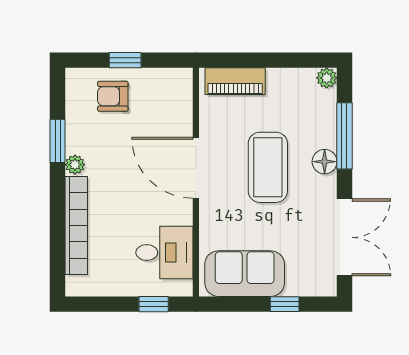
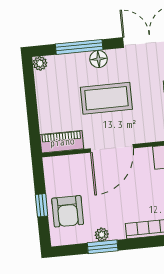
piano: (235, 81) -> (62, 142), moved, turned -90
armchair: (113, 96) -> (68, 211), width x1.38, depth x1.38
plant: (75, 165) -> (102, 235), moved

